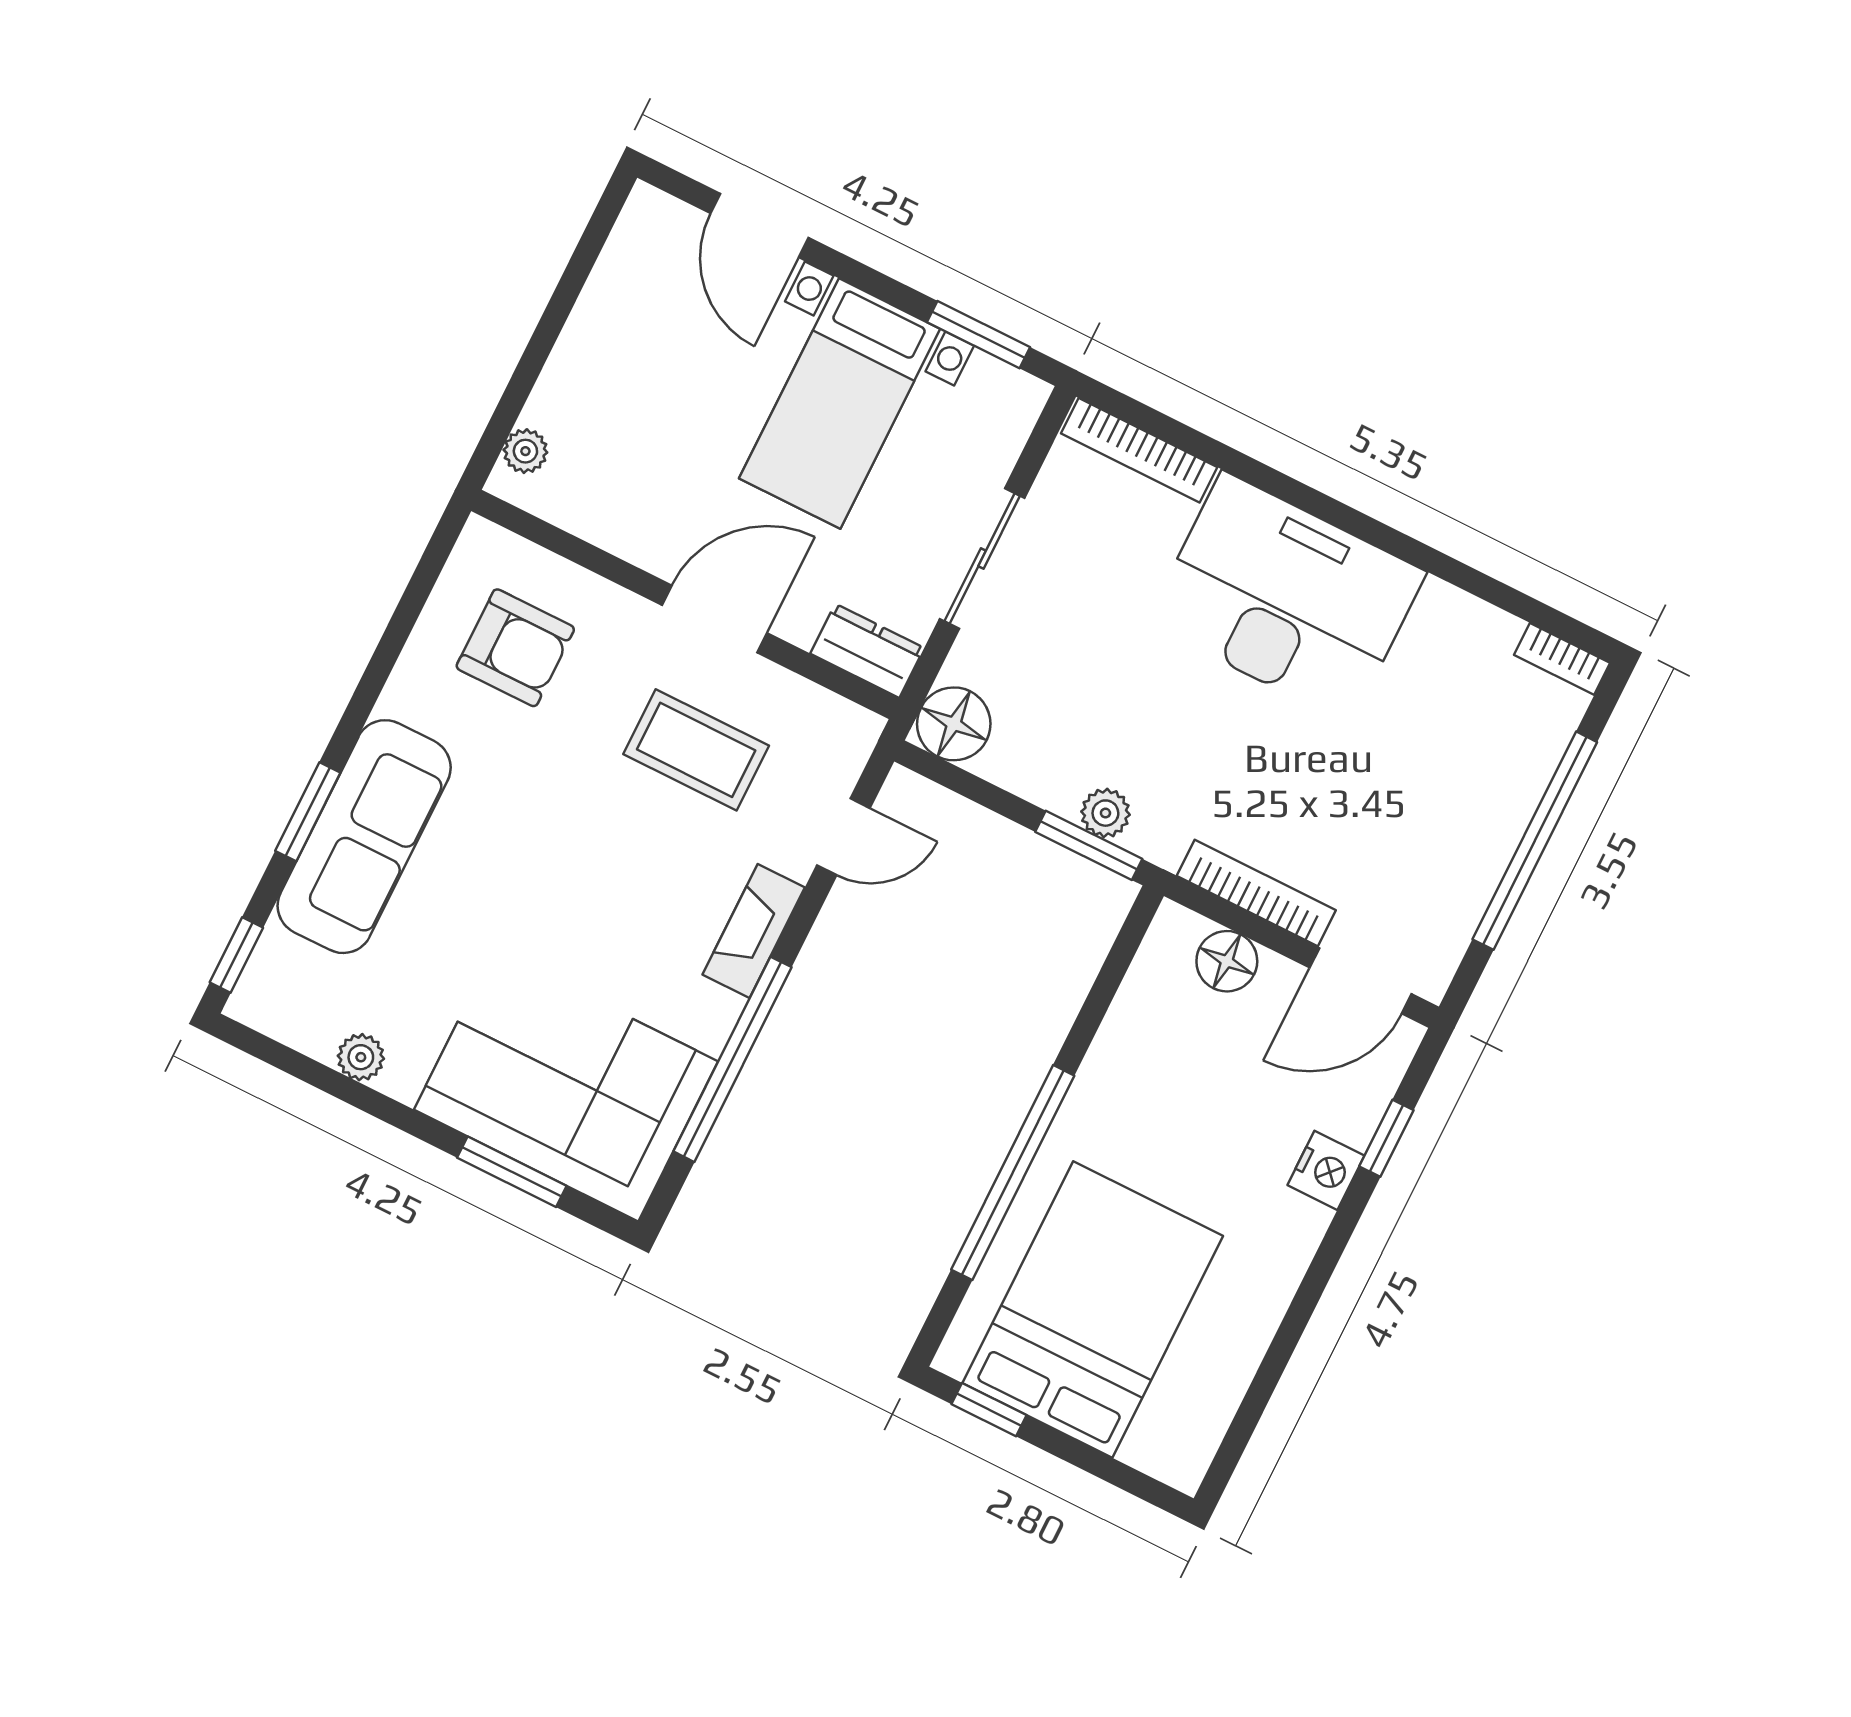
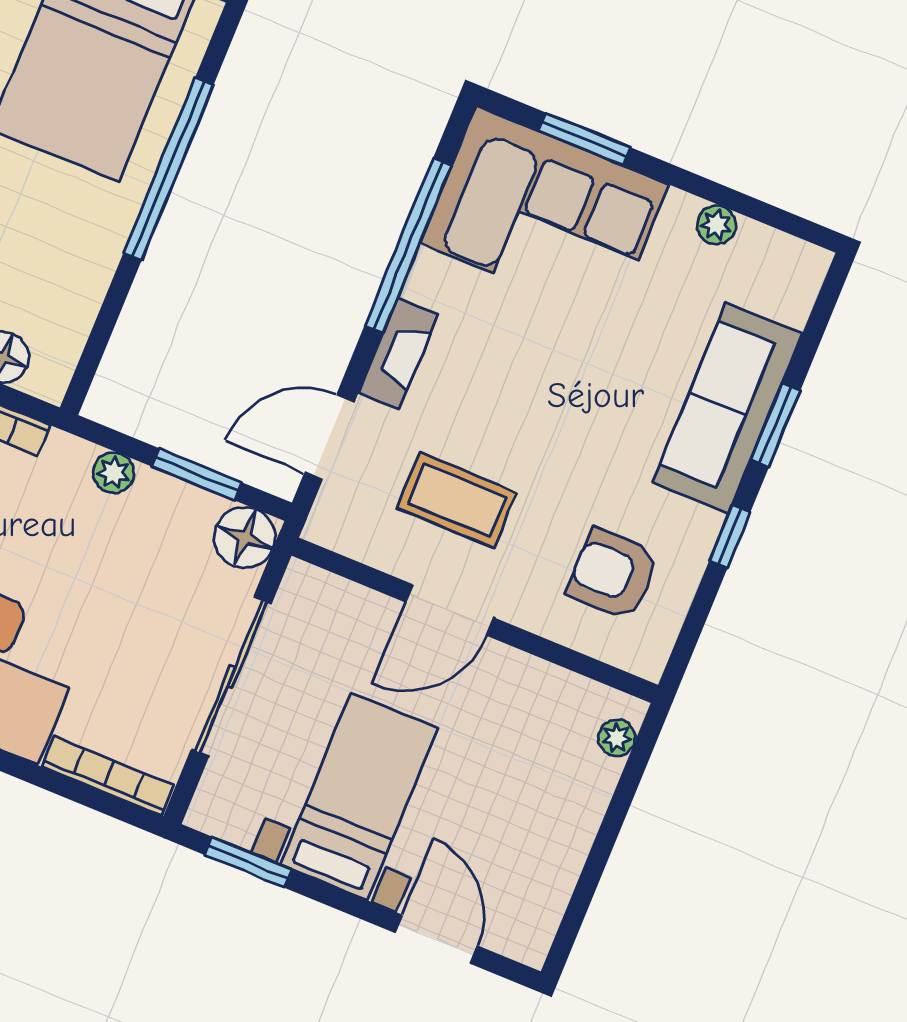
sliding door: (982, 559) -> (231, 677), width x1.37
dresser: (867, 651) -> (321, 593), removed
door: (843, 837) -> (329, 437), width x1.38
window: (1089, 845) -> (197, 474), moved
window: (236, 955) -> (730, 536), moved

